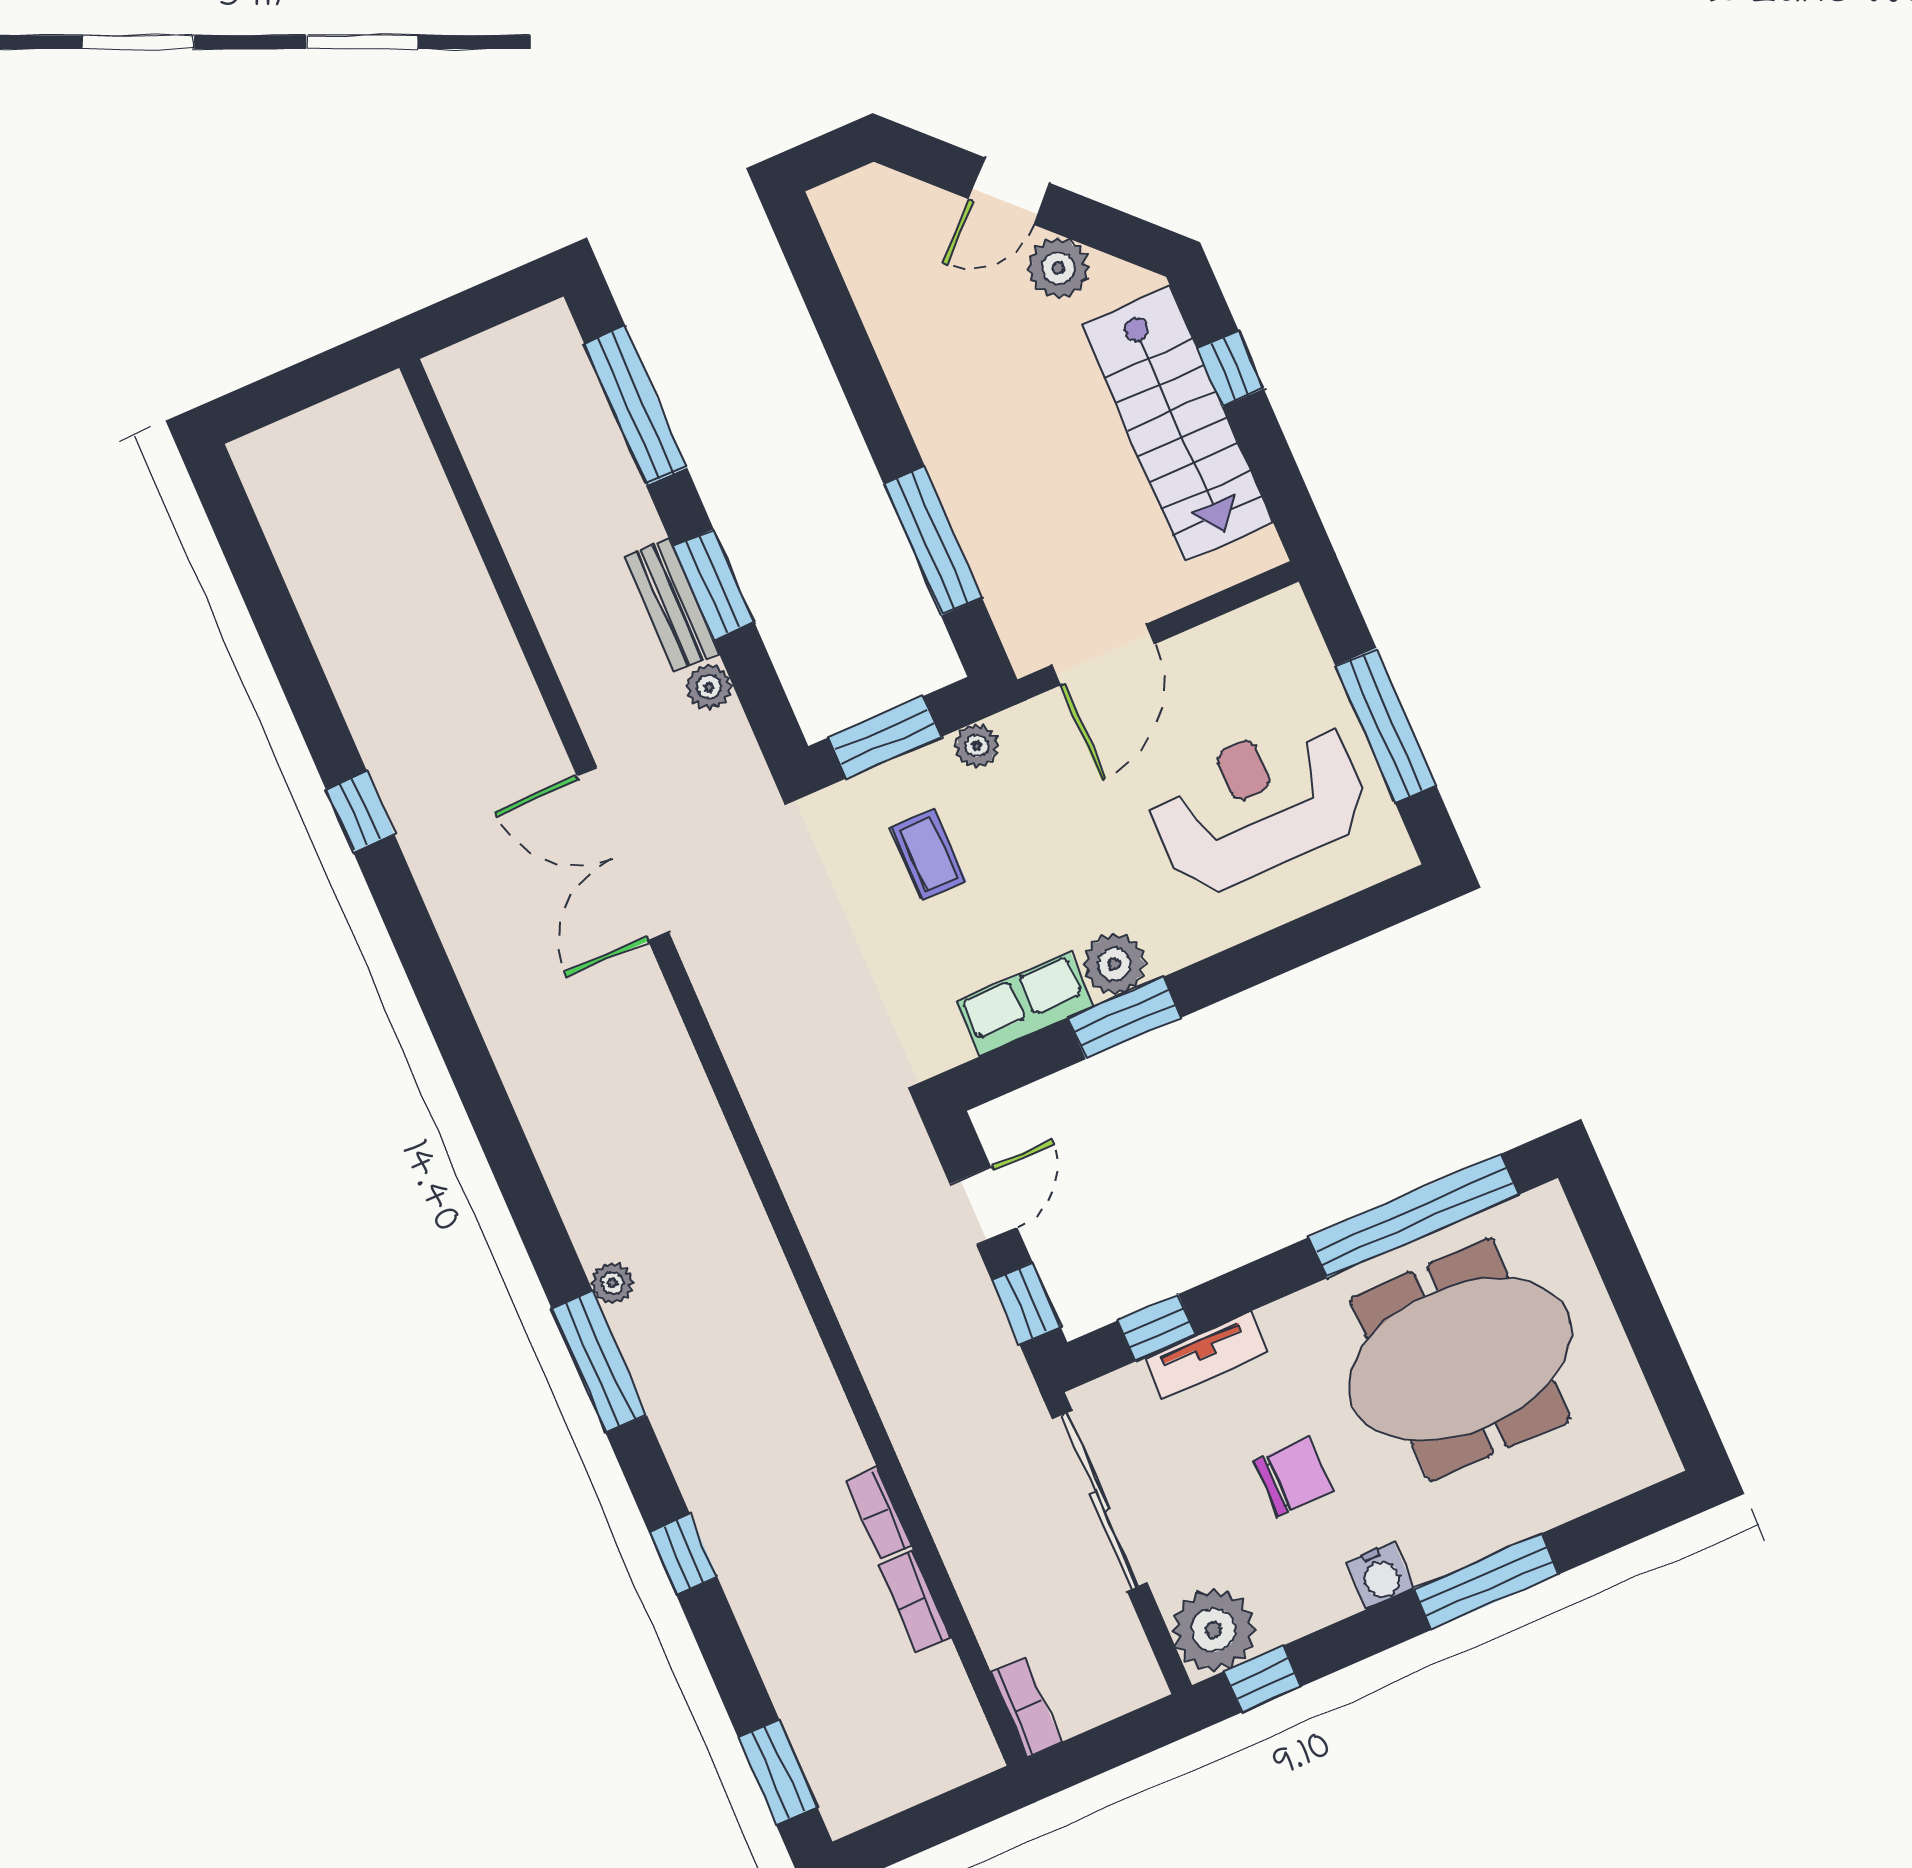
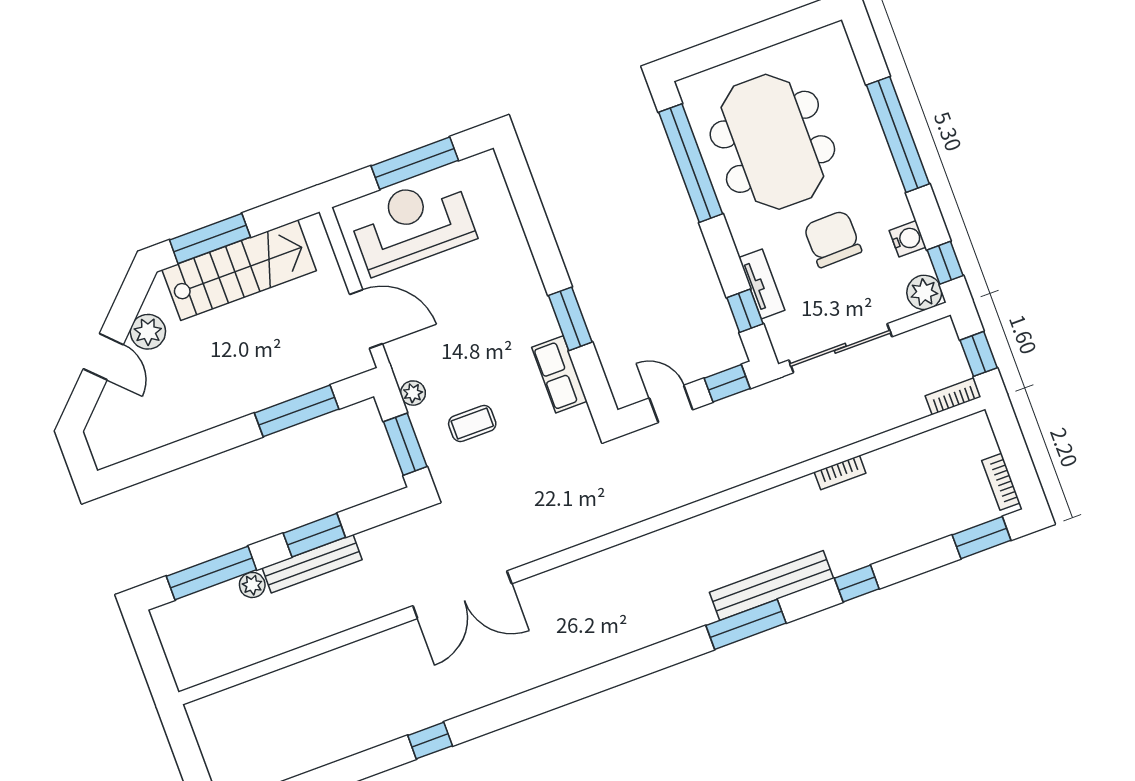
window: (1231, 369) -> (210, 238), width x2.17
bench: (672, 605) -> (312, 564), width x1.36
plant: (709, 687) -> (252, 585), moved
reception desk: (1258, 805) -> (412, 225), moved, turned 90
plant: (1114, 964) -> (540, 323), removed
plant: (612, 1283) -> (702, 614), removed
bench: (671, 1403) -> (772, 585), added
chair: (1294, 1476) -> (833, 239), width x1.37, depth x1.37
water cooler: (1380, 1575) -> (908, 239), moved
window: (1486, 1582) -> (898, 134), width x1.46
bookcase: (915, 1601) -> (1001, 482), moved, turned 90
plant: (1214, 1630) -> (924, 292), width x0.73, depth x0.73
window: (1104, 1748) -> (979, 354), added

